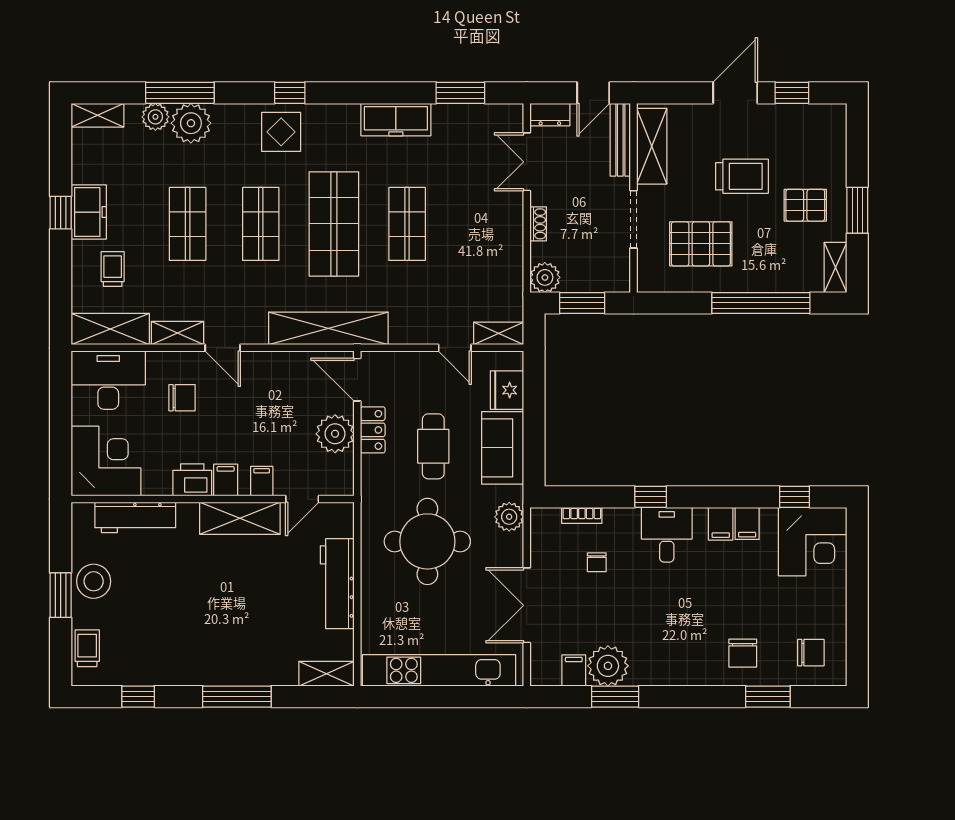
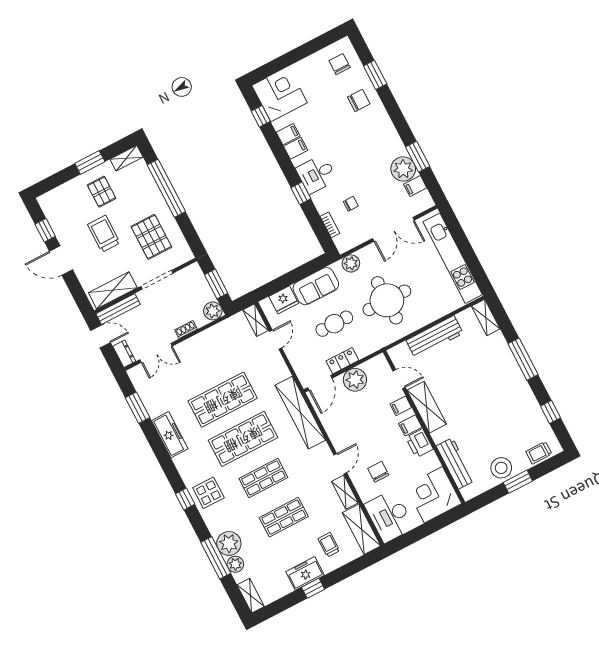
shop shelf: (407, 224) -> (223, 400), width x1.43, depth x1.36
trolley: (113, 269) -> (329, 545), turned 90

